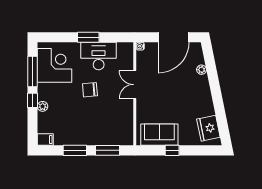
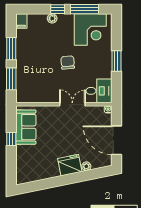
desk: (99, 56) -> (99, 91), moved, width x0.73
fridge: (208, 128) -> (70, 165), moved

